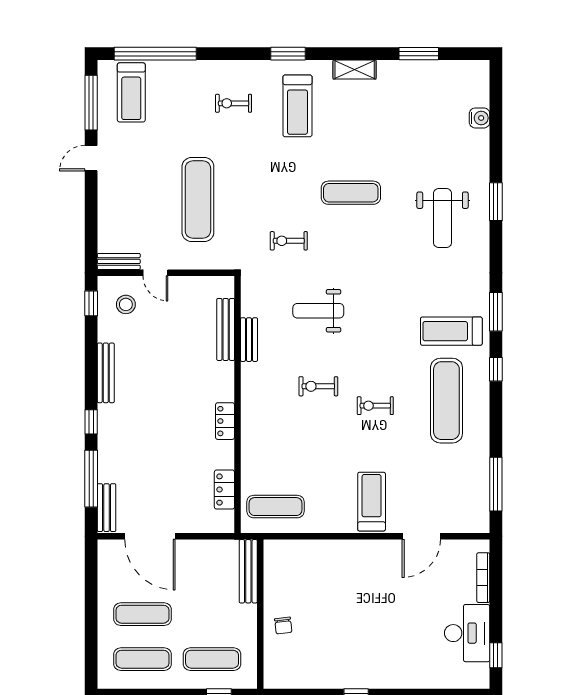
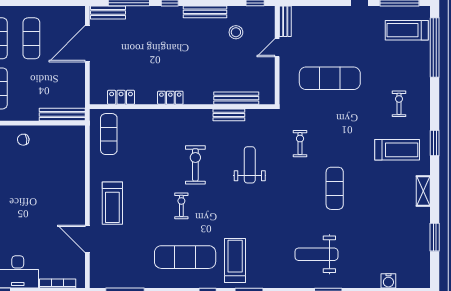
treadmill: (297, 106) -> (397, 150), turned 180
stool: (126, 304) -> (236, 32), moved
exercise bike: (318, 386) -> (195, 165), width x1.38, depth x1.39
treadmill: (372, 502) -> (112, 203), turned 90

